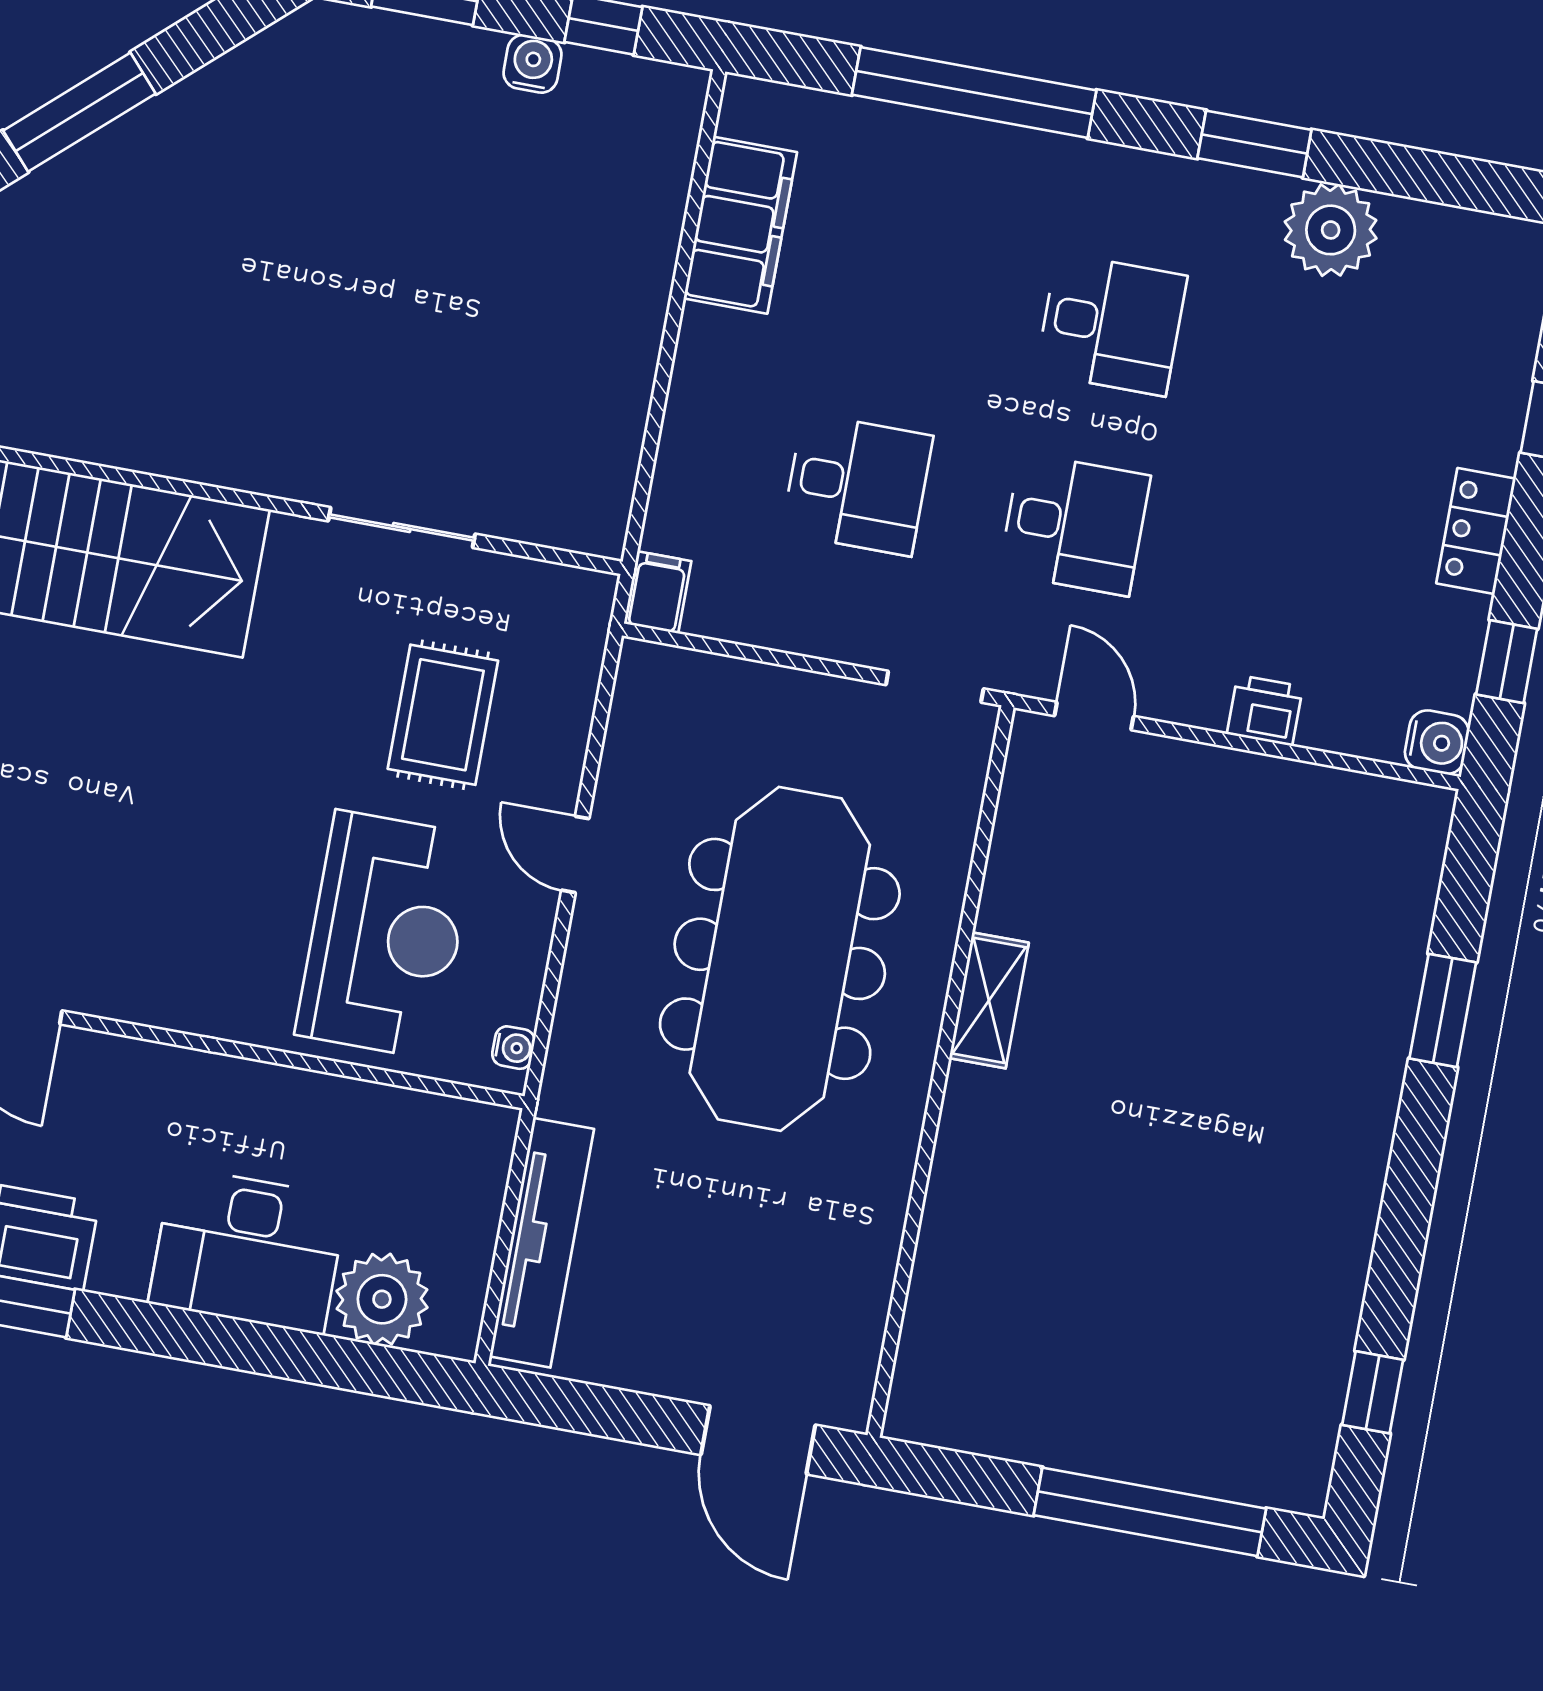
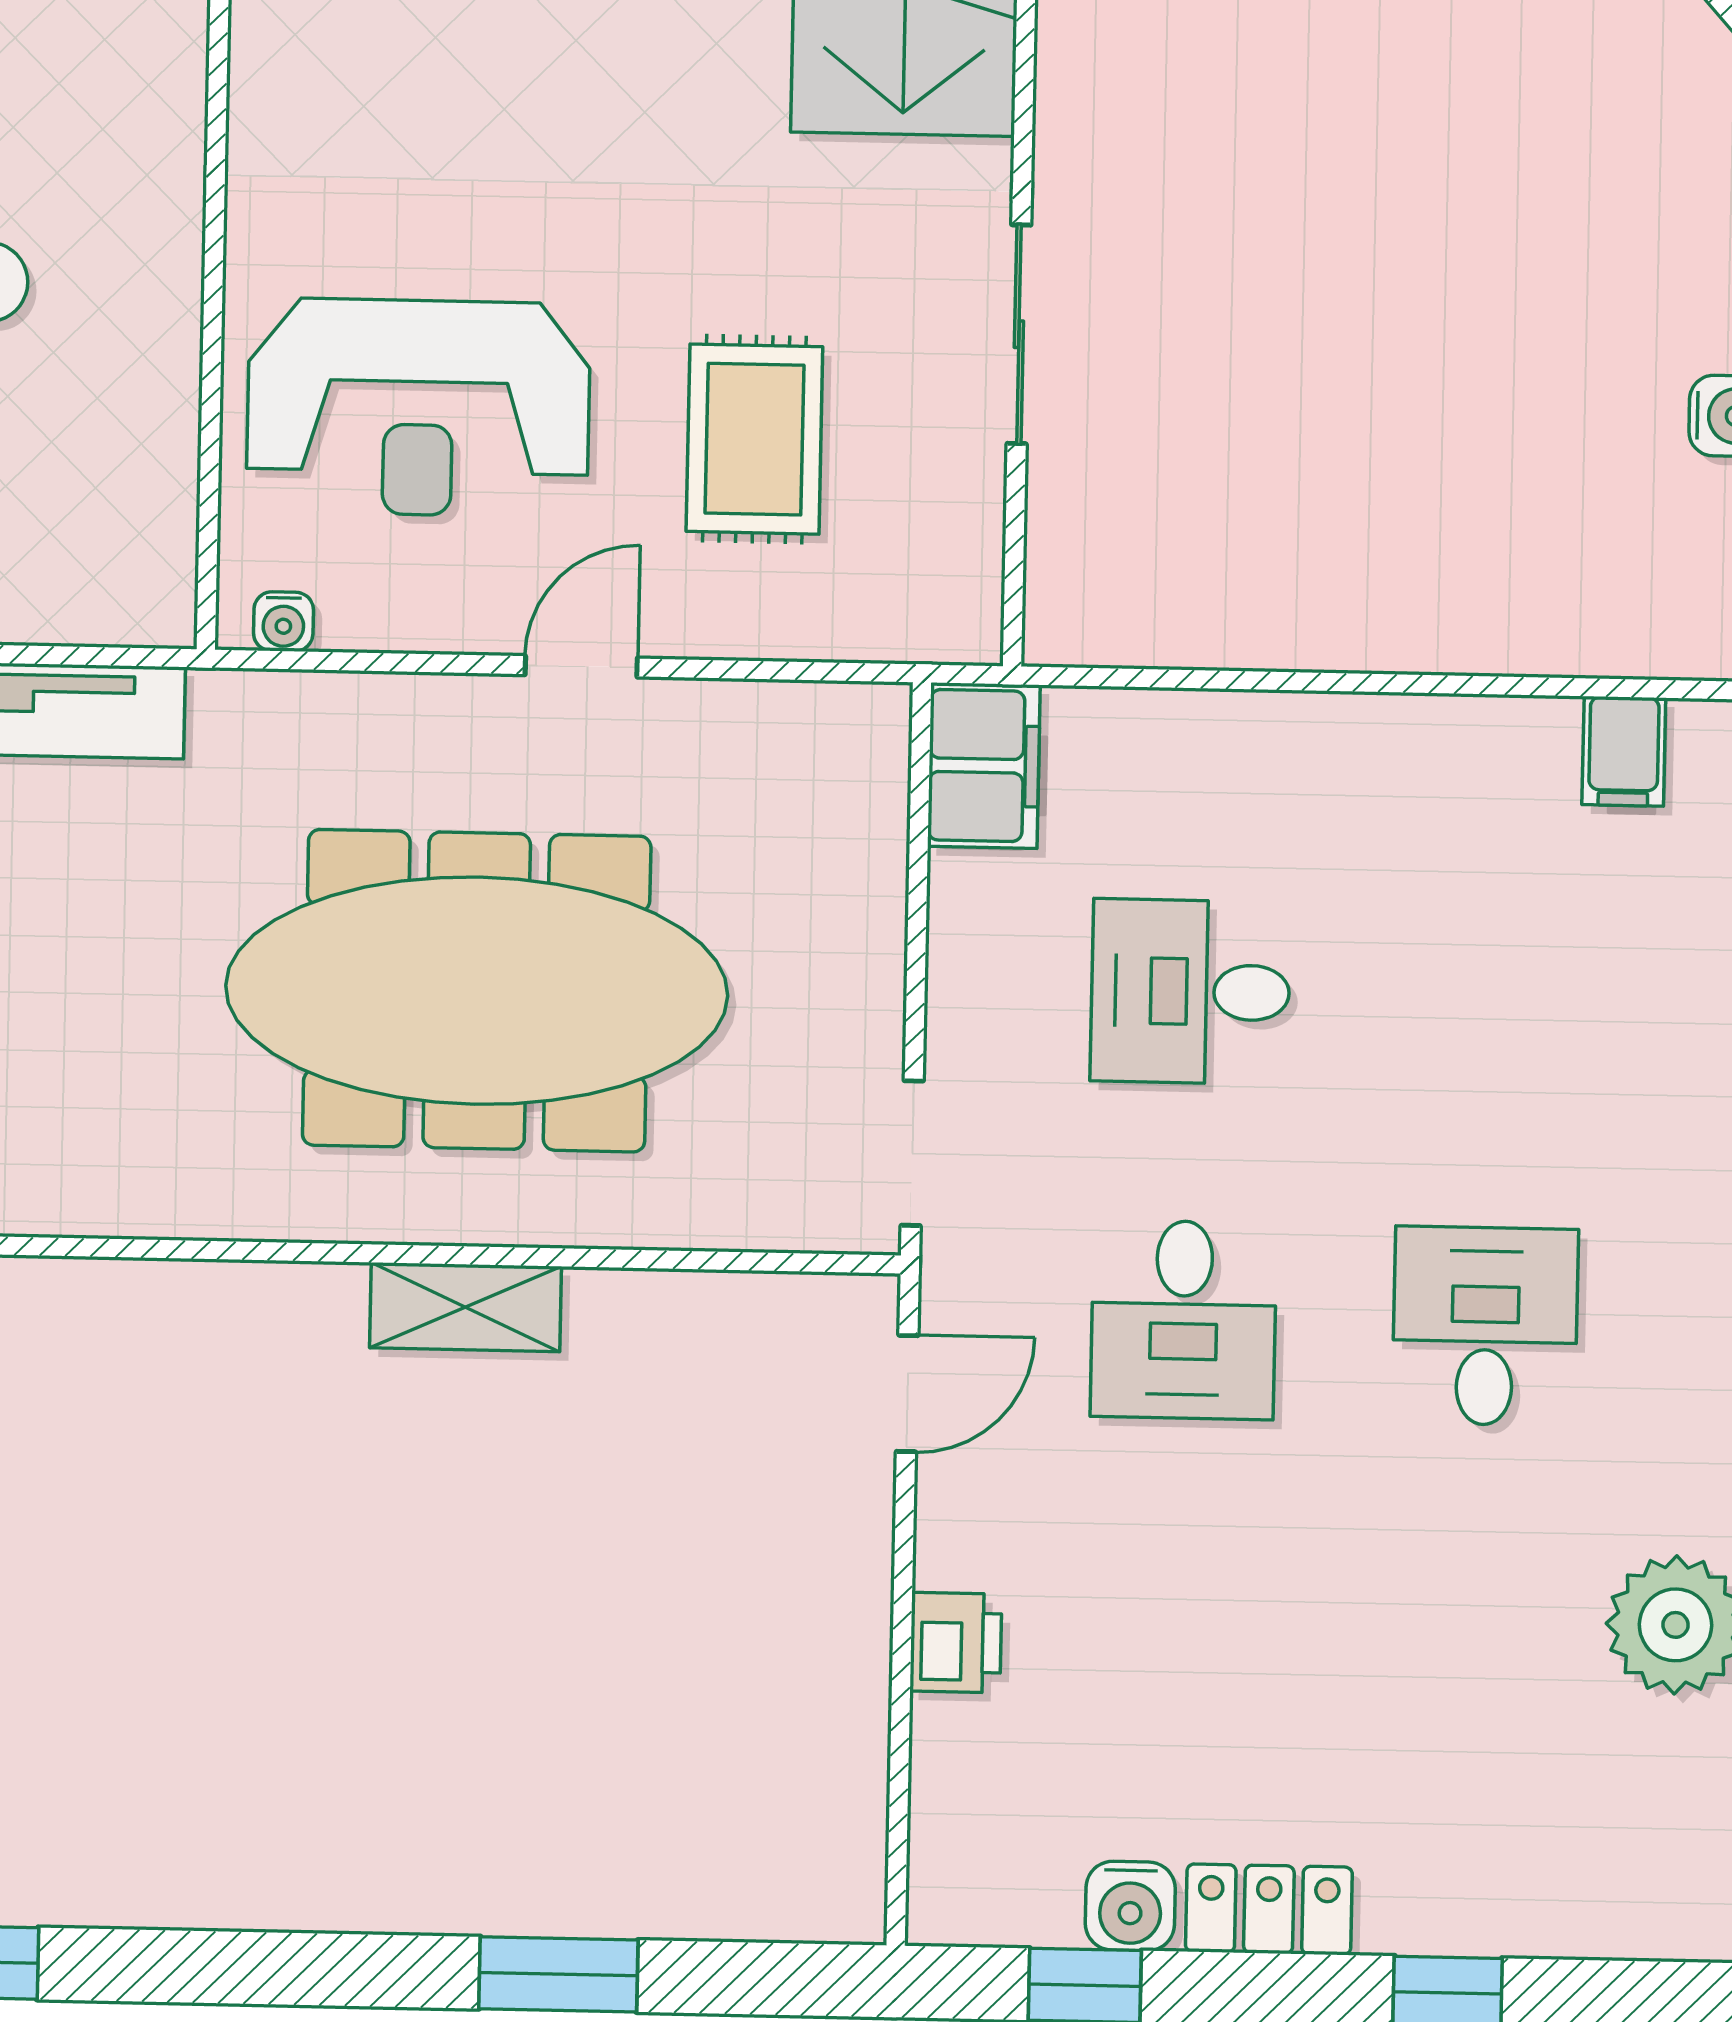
filing cabinet: (740, 225) -> (1624, 751), width x0.33, depth x0.86
desk: (1111, 324) -> (1485, 1326), turned 180
desk: (857, 484) -> (1190, 992), turned 90
filing cabinet: (658, 592) -> (984, 766), width x2.00
rug: (443, 715) -> (754, 439), turned 90
water cooler: (1437, 742) -> (1130, 1906), moved

